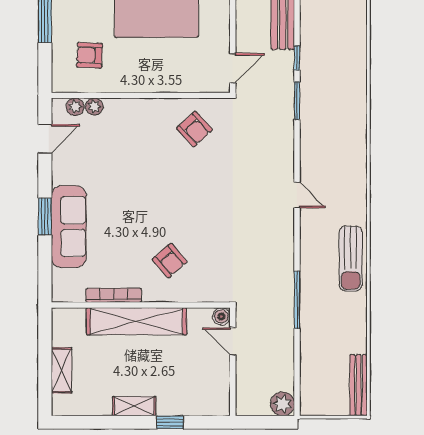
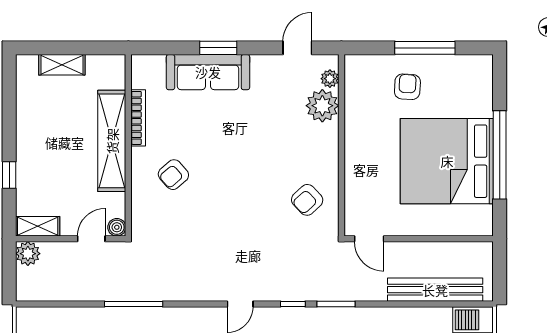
armchair: (90, 55) -> (407, 87), moved
window: (297, 58) -> (293, 304), moved
plant: (94, 107) -> (322, 106), width x1.87, depth x1.87
door: (45, 139) -> (297, 48), swing flipped
plant: (282, 404) -> (28, 254), moved
shelving: (134, 406) -> (38, 226), moved, turned 90

